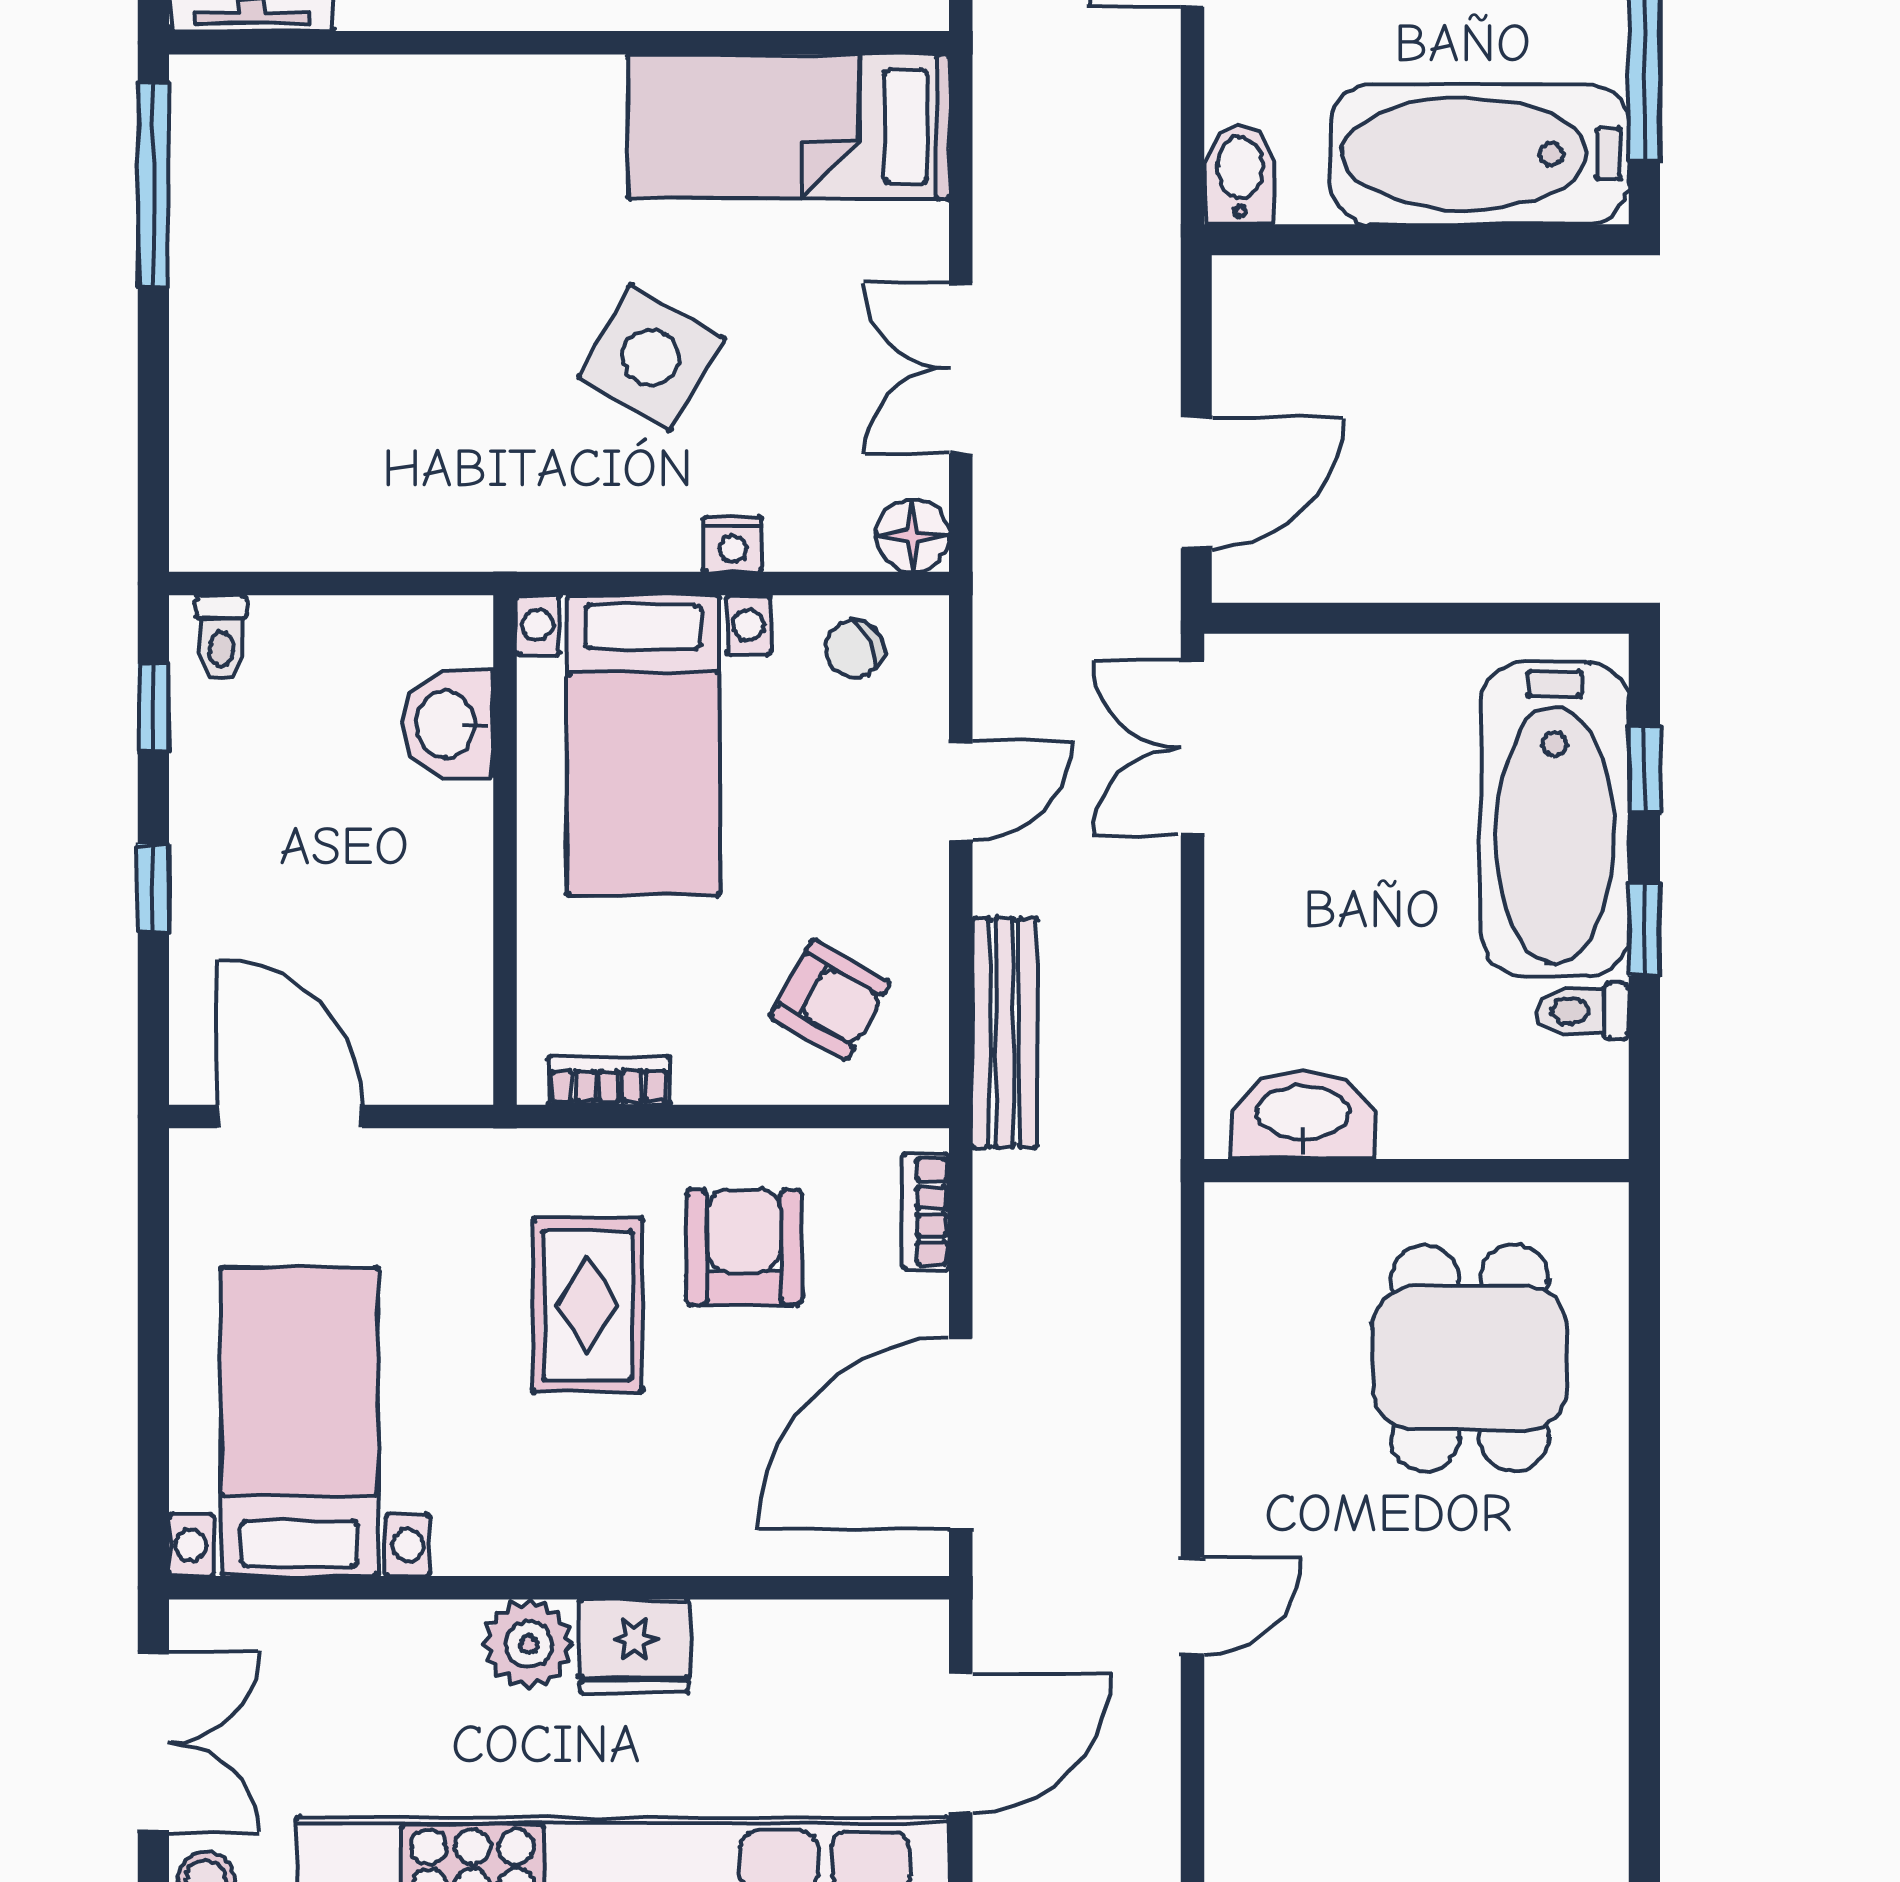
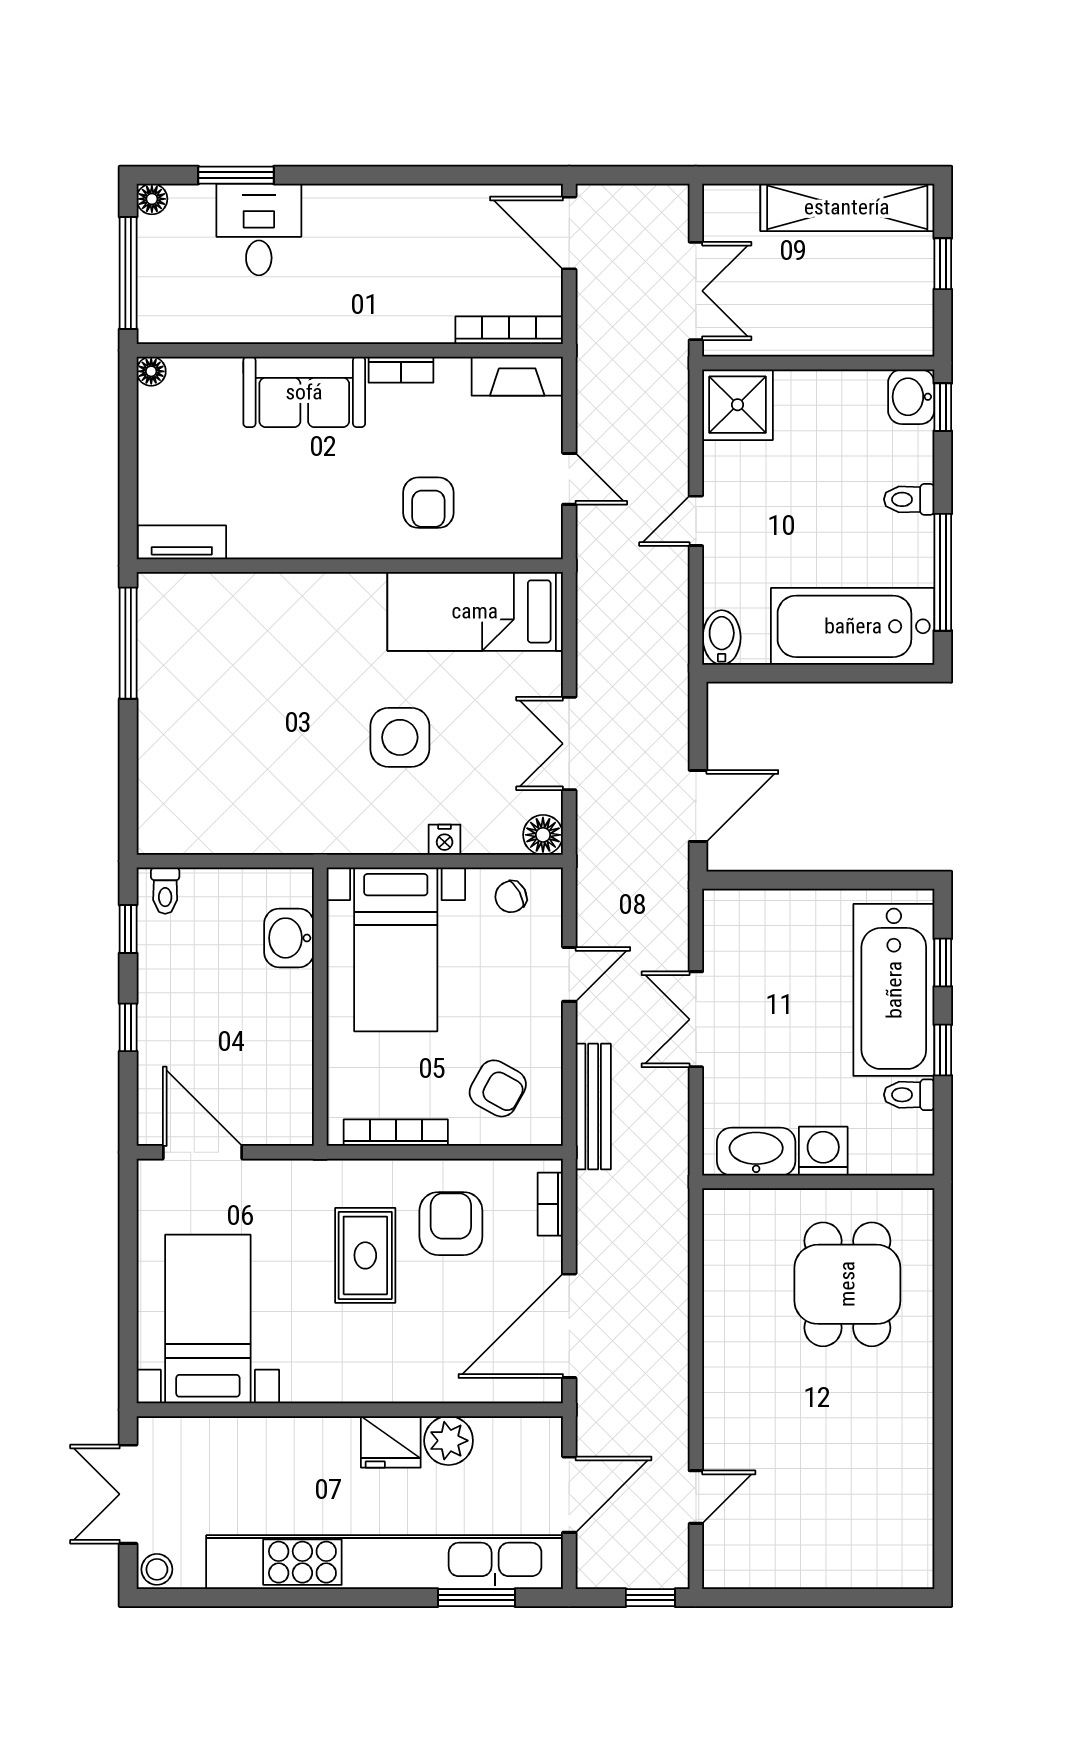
side table: (651, 357) -> (400, 737), turned -30
double door: (1192, 748) -> (696, 1019), moved
bookcase: (609, 1081) -> (396, 1133), width x1.56
washing machine: (1425, 1114) -> (823, 1151), added
door: (1192, 1606) -> (696, 1497), moved
plant: (529, 1644) -> (449, 1441), moved
double door: (153, 1742) -> (128, 1494), swing flipped

